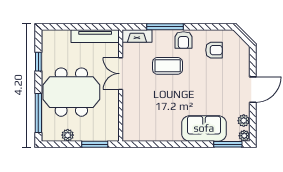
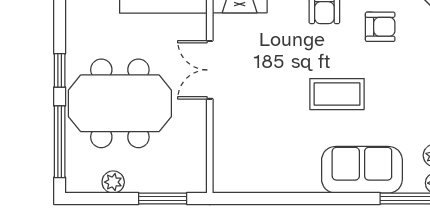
window: (38, 62) -> (60, 70), moved
coffee table: (168, 66) -> (337, 94), moved

